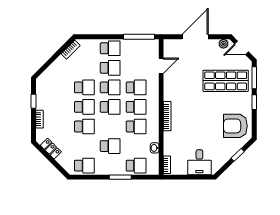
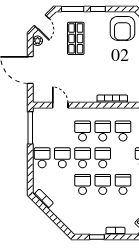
shop shelf: (226, 81) -> (76, 38), width x0.70, depth x0.74

